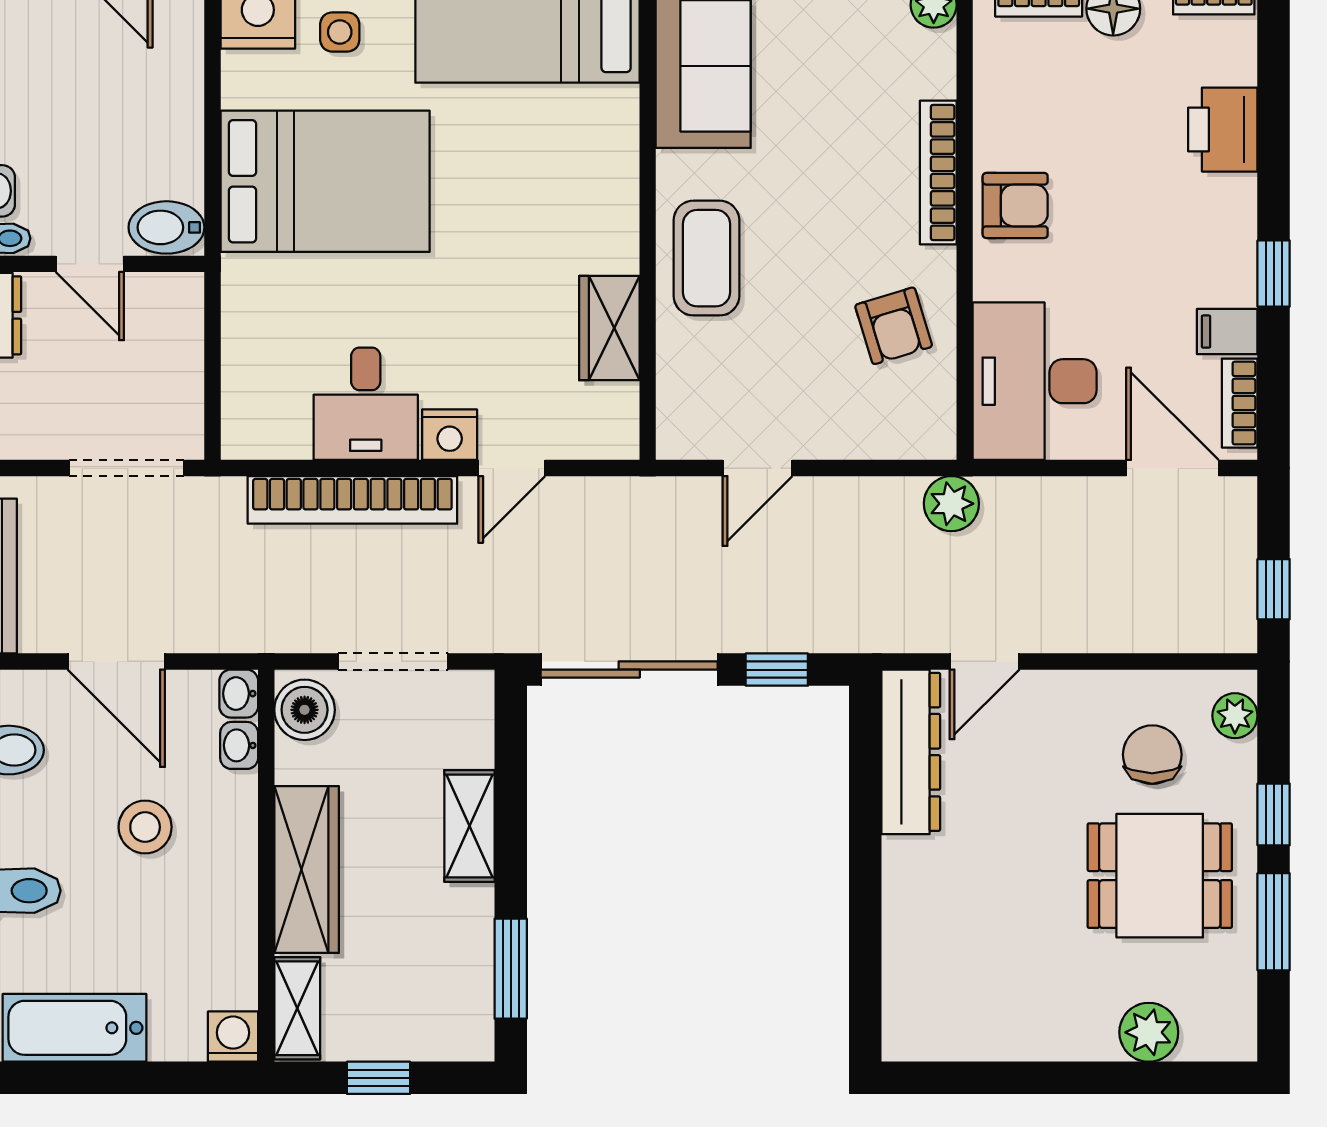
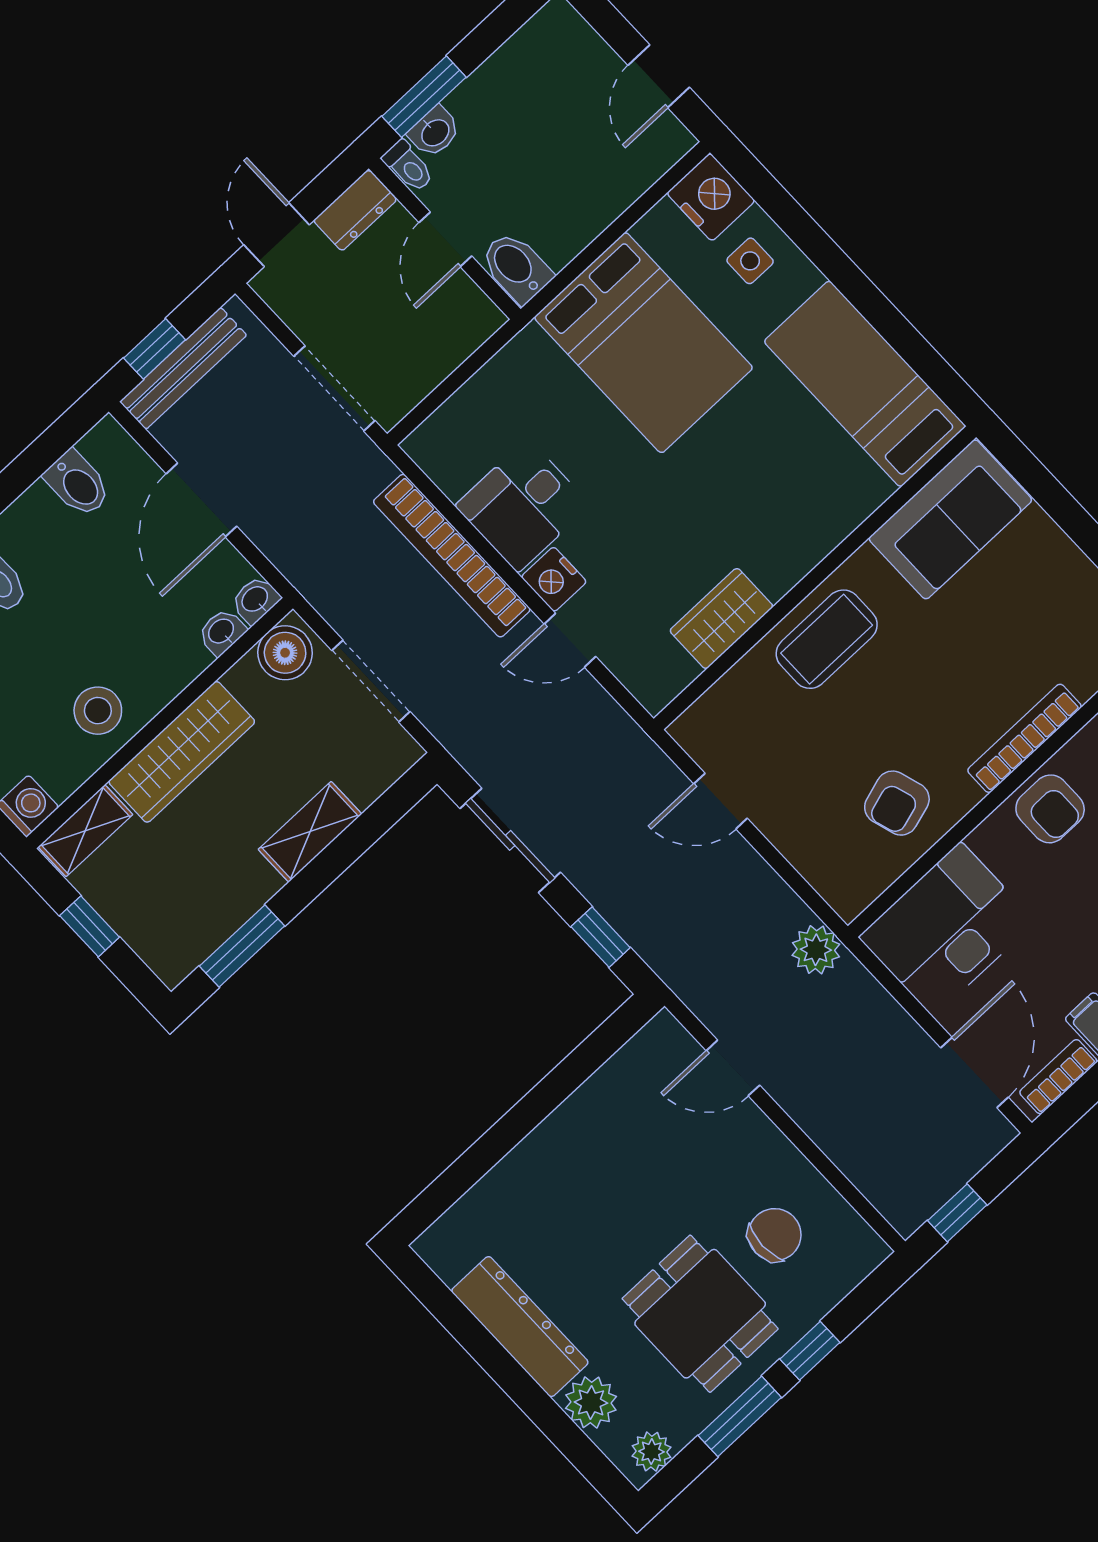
sliding door: (629, 670) -> (510, 840), width x0.73
plant: (1235, 716) -> (651, 1452), moved
dresser: (911, 752) -> (520, 1327), moved, turned -90
stool: (145, 827) -> (98, 711), moved

